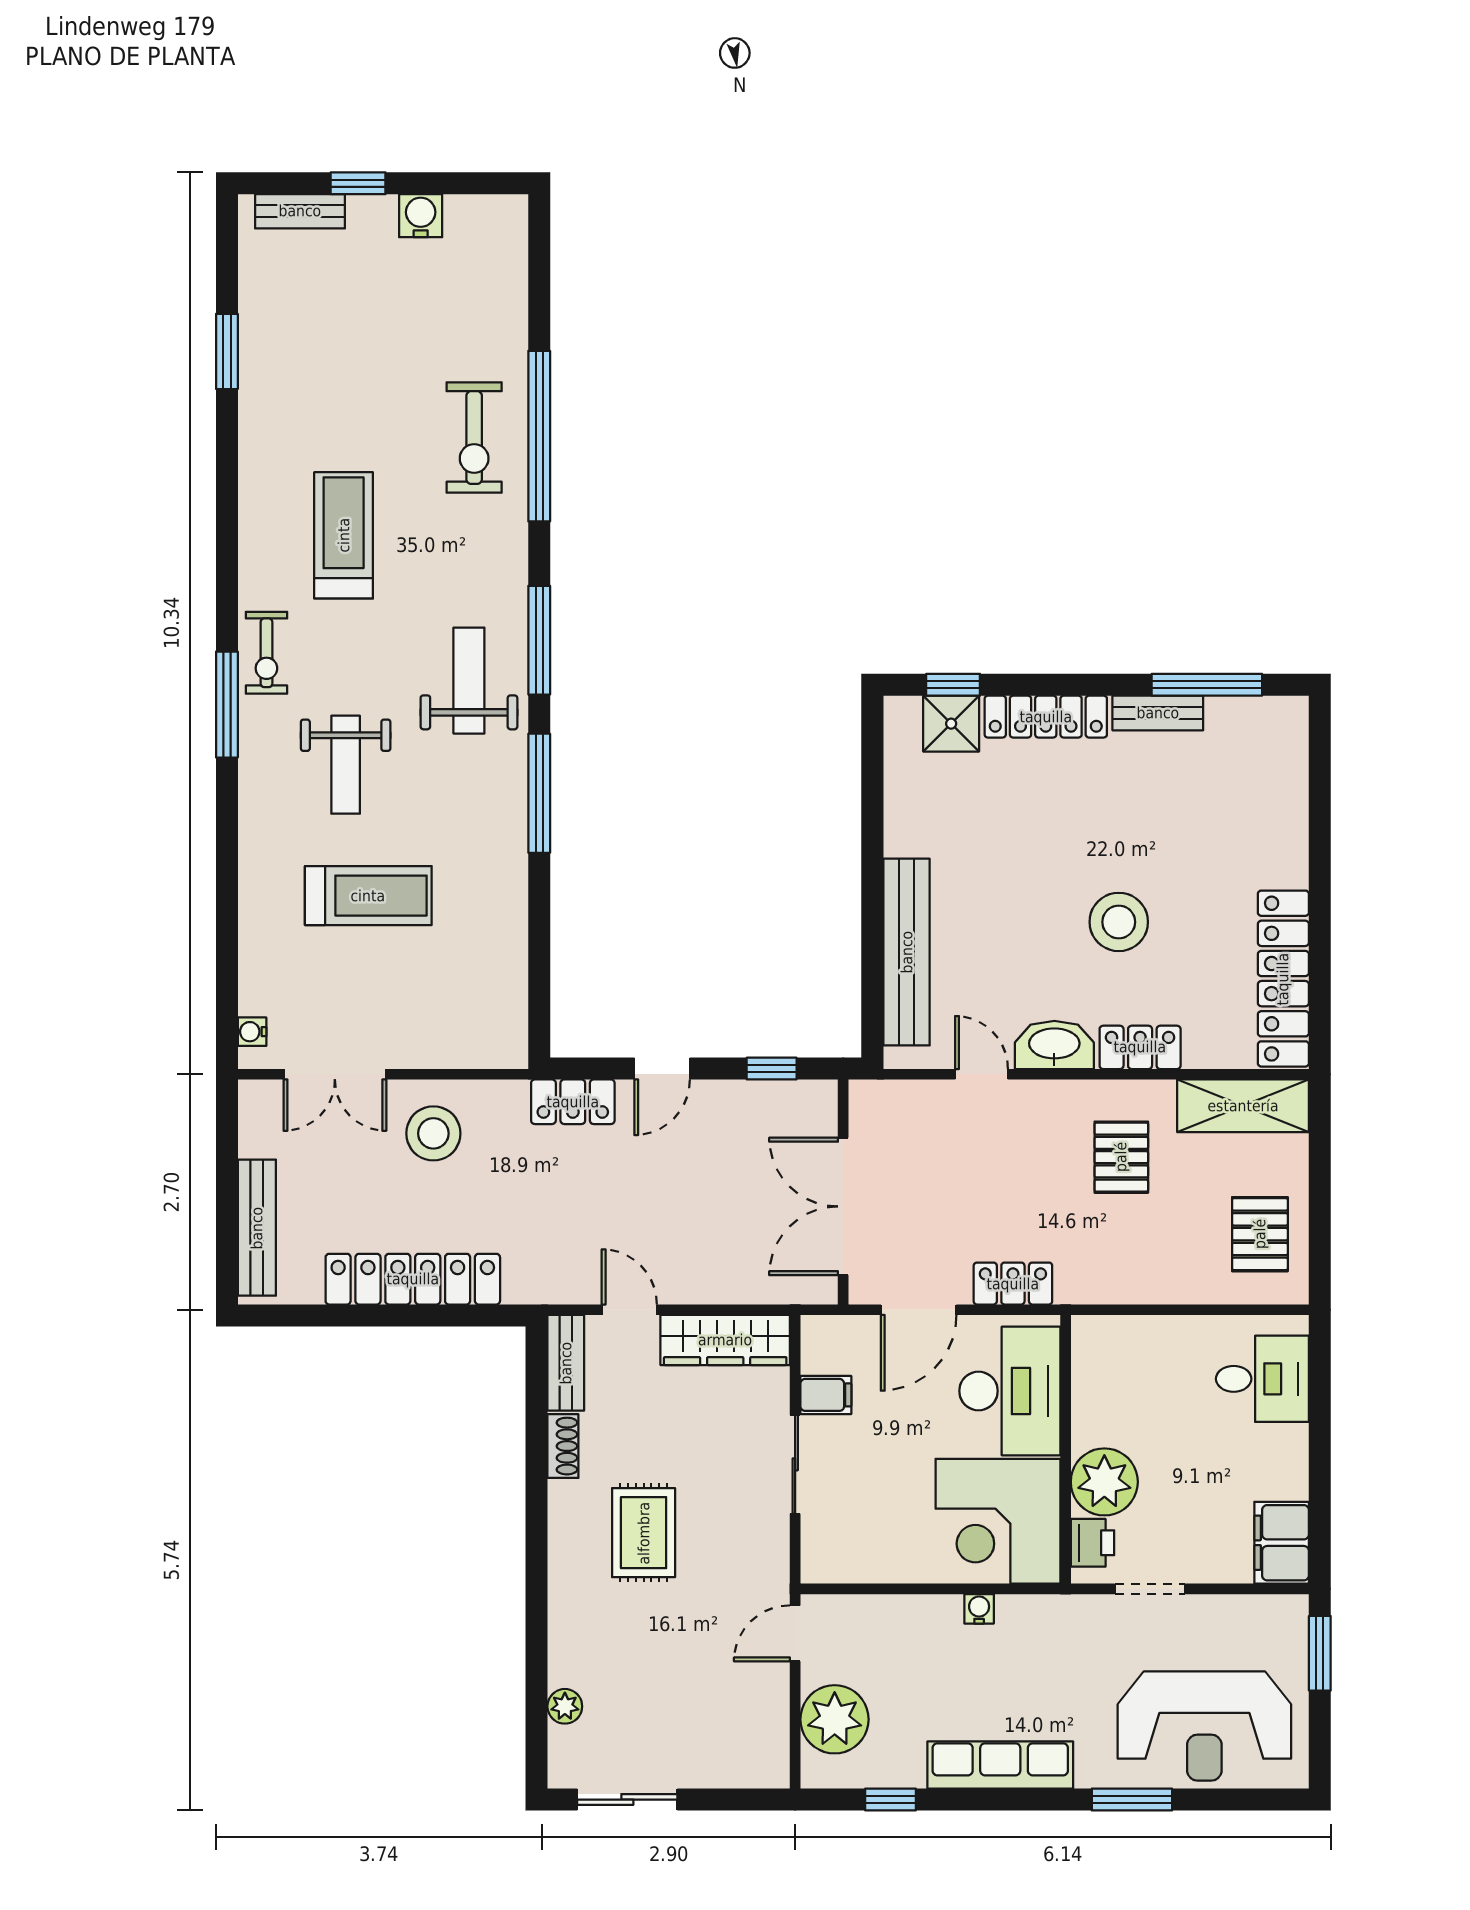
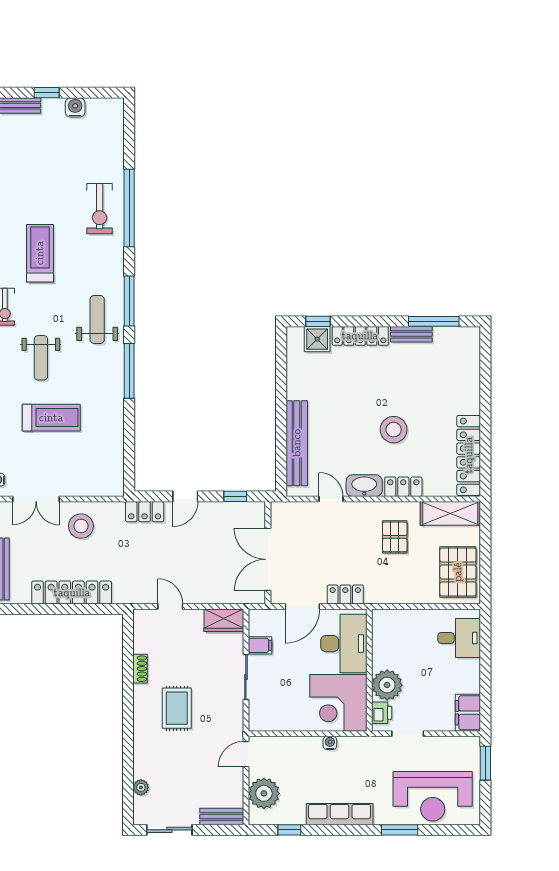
pallet: (1260, 1234) -> (458, 572), width x1.50, depth x1.42
wardrobe: (725, 1340) -> (224, 620), width x0.67
bench: (566, 1363) -> (222, 817), moved, turned 90

